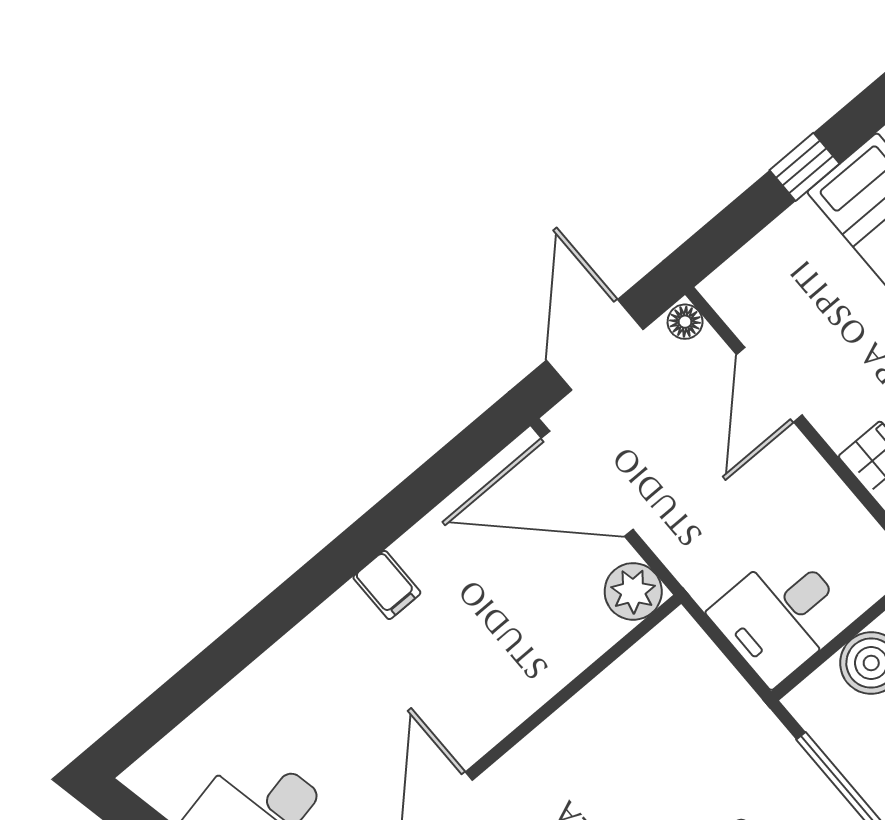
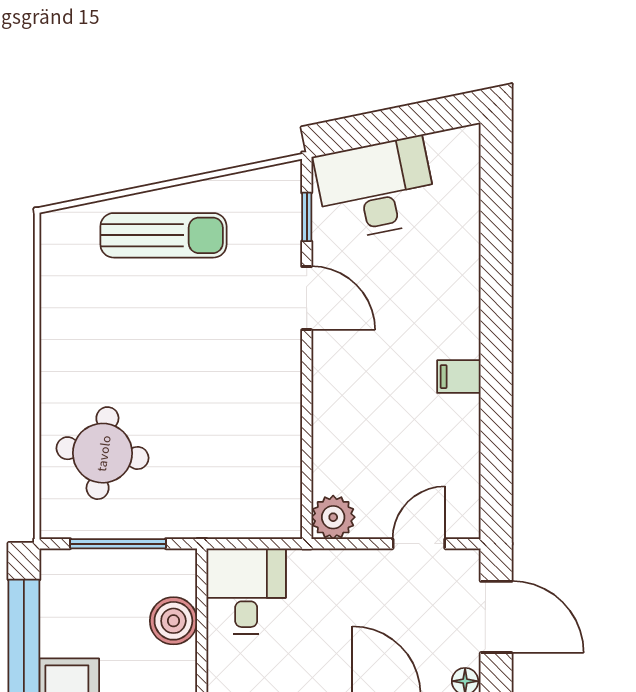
door: (587, 484) -> (419, 544), width x0.53

